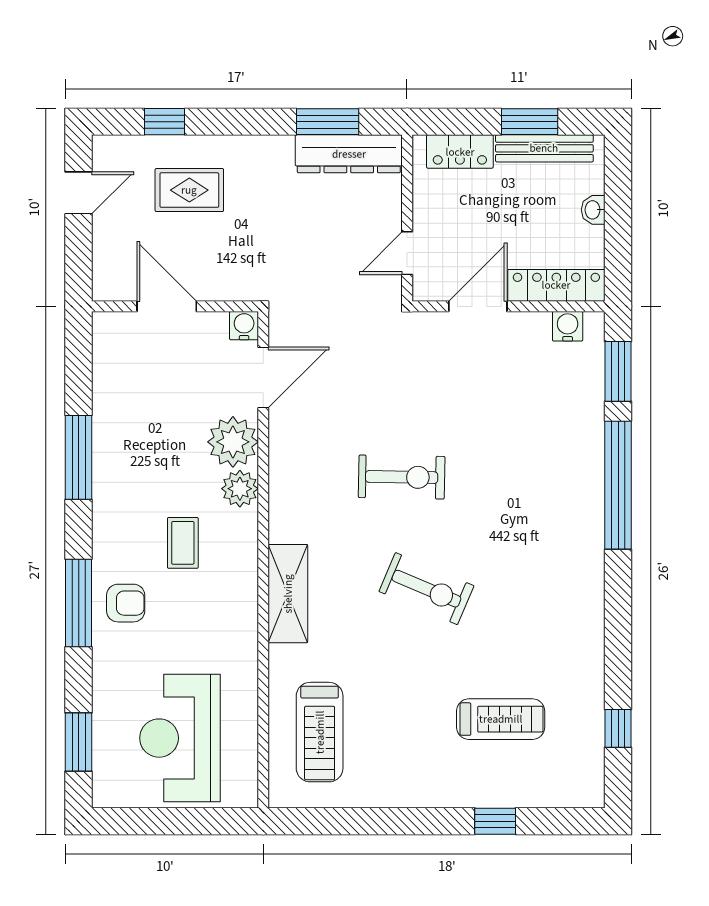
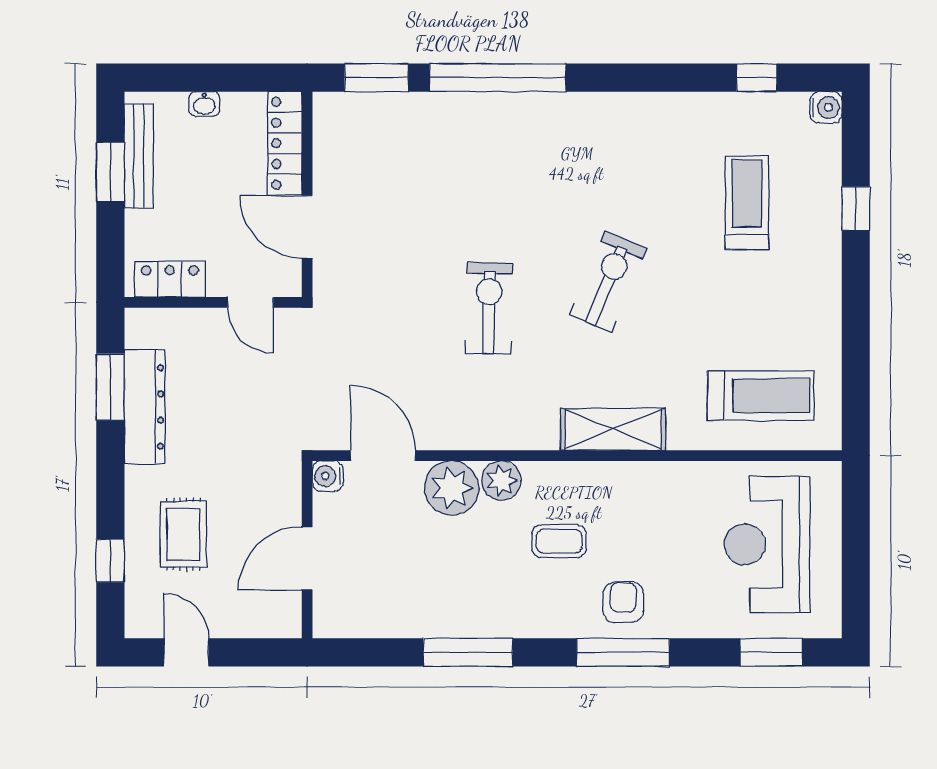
locker: (460, 152) -> (170, 279), moved, turned -90
dresser: (349, 154) -> (145, 407), moved
water cooler: (568, 326) -> (826, 108), moved, turned 180
reception desk: (180, 738) -> (767, 544), turned 90

